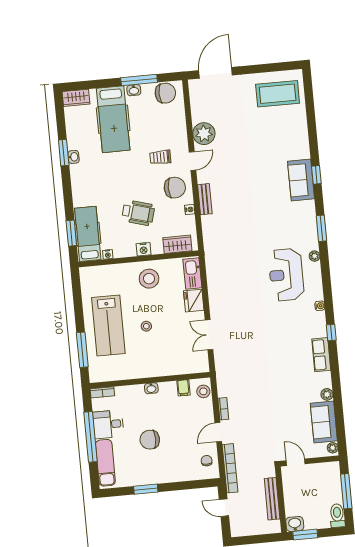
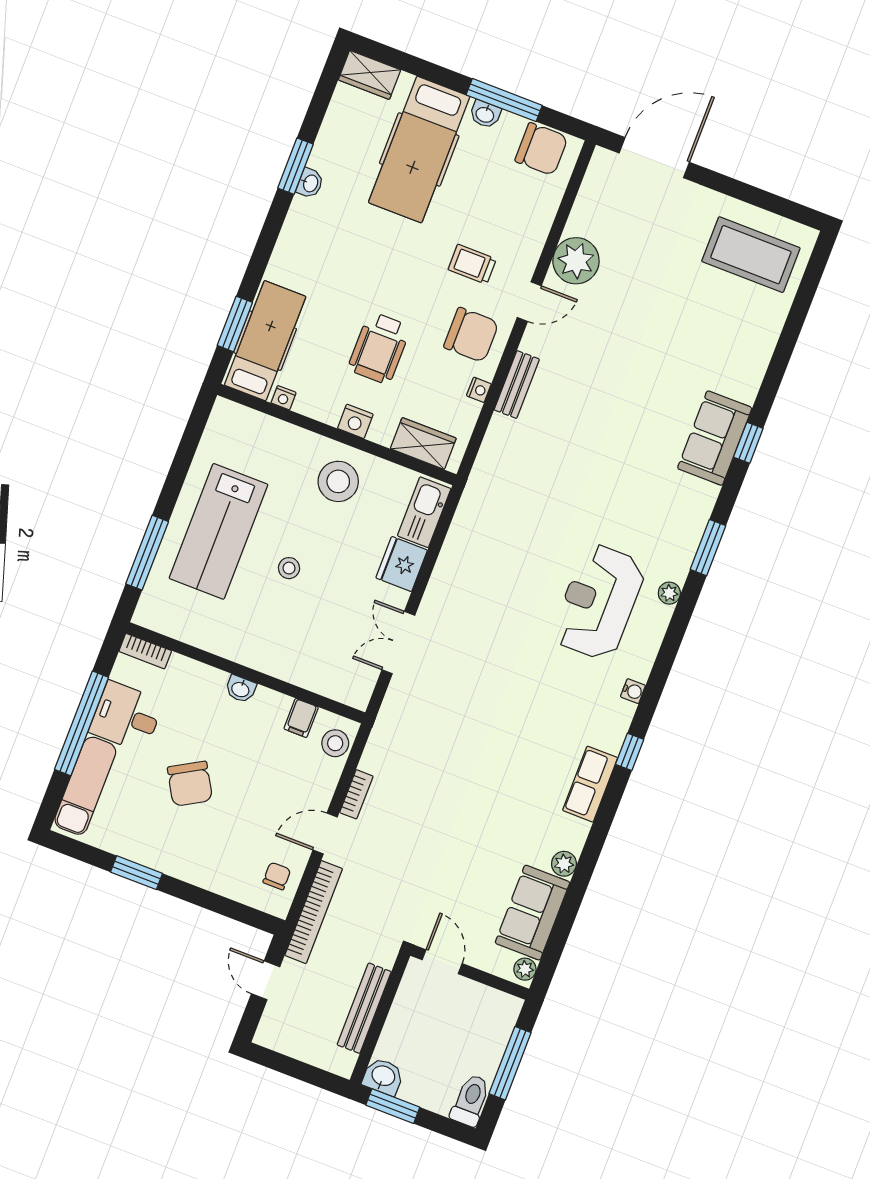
wheelchair: (138, 213) -> (379, 348), turned 74
chair: (150, 440) -> (190, 784), turned -120

